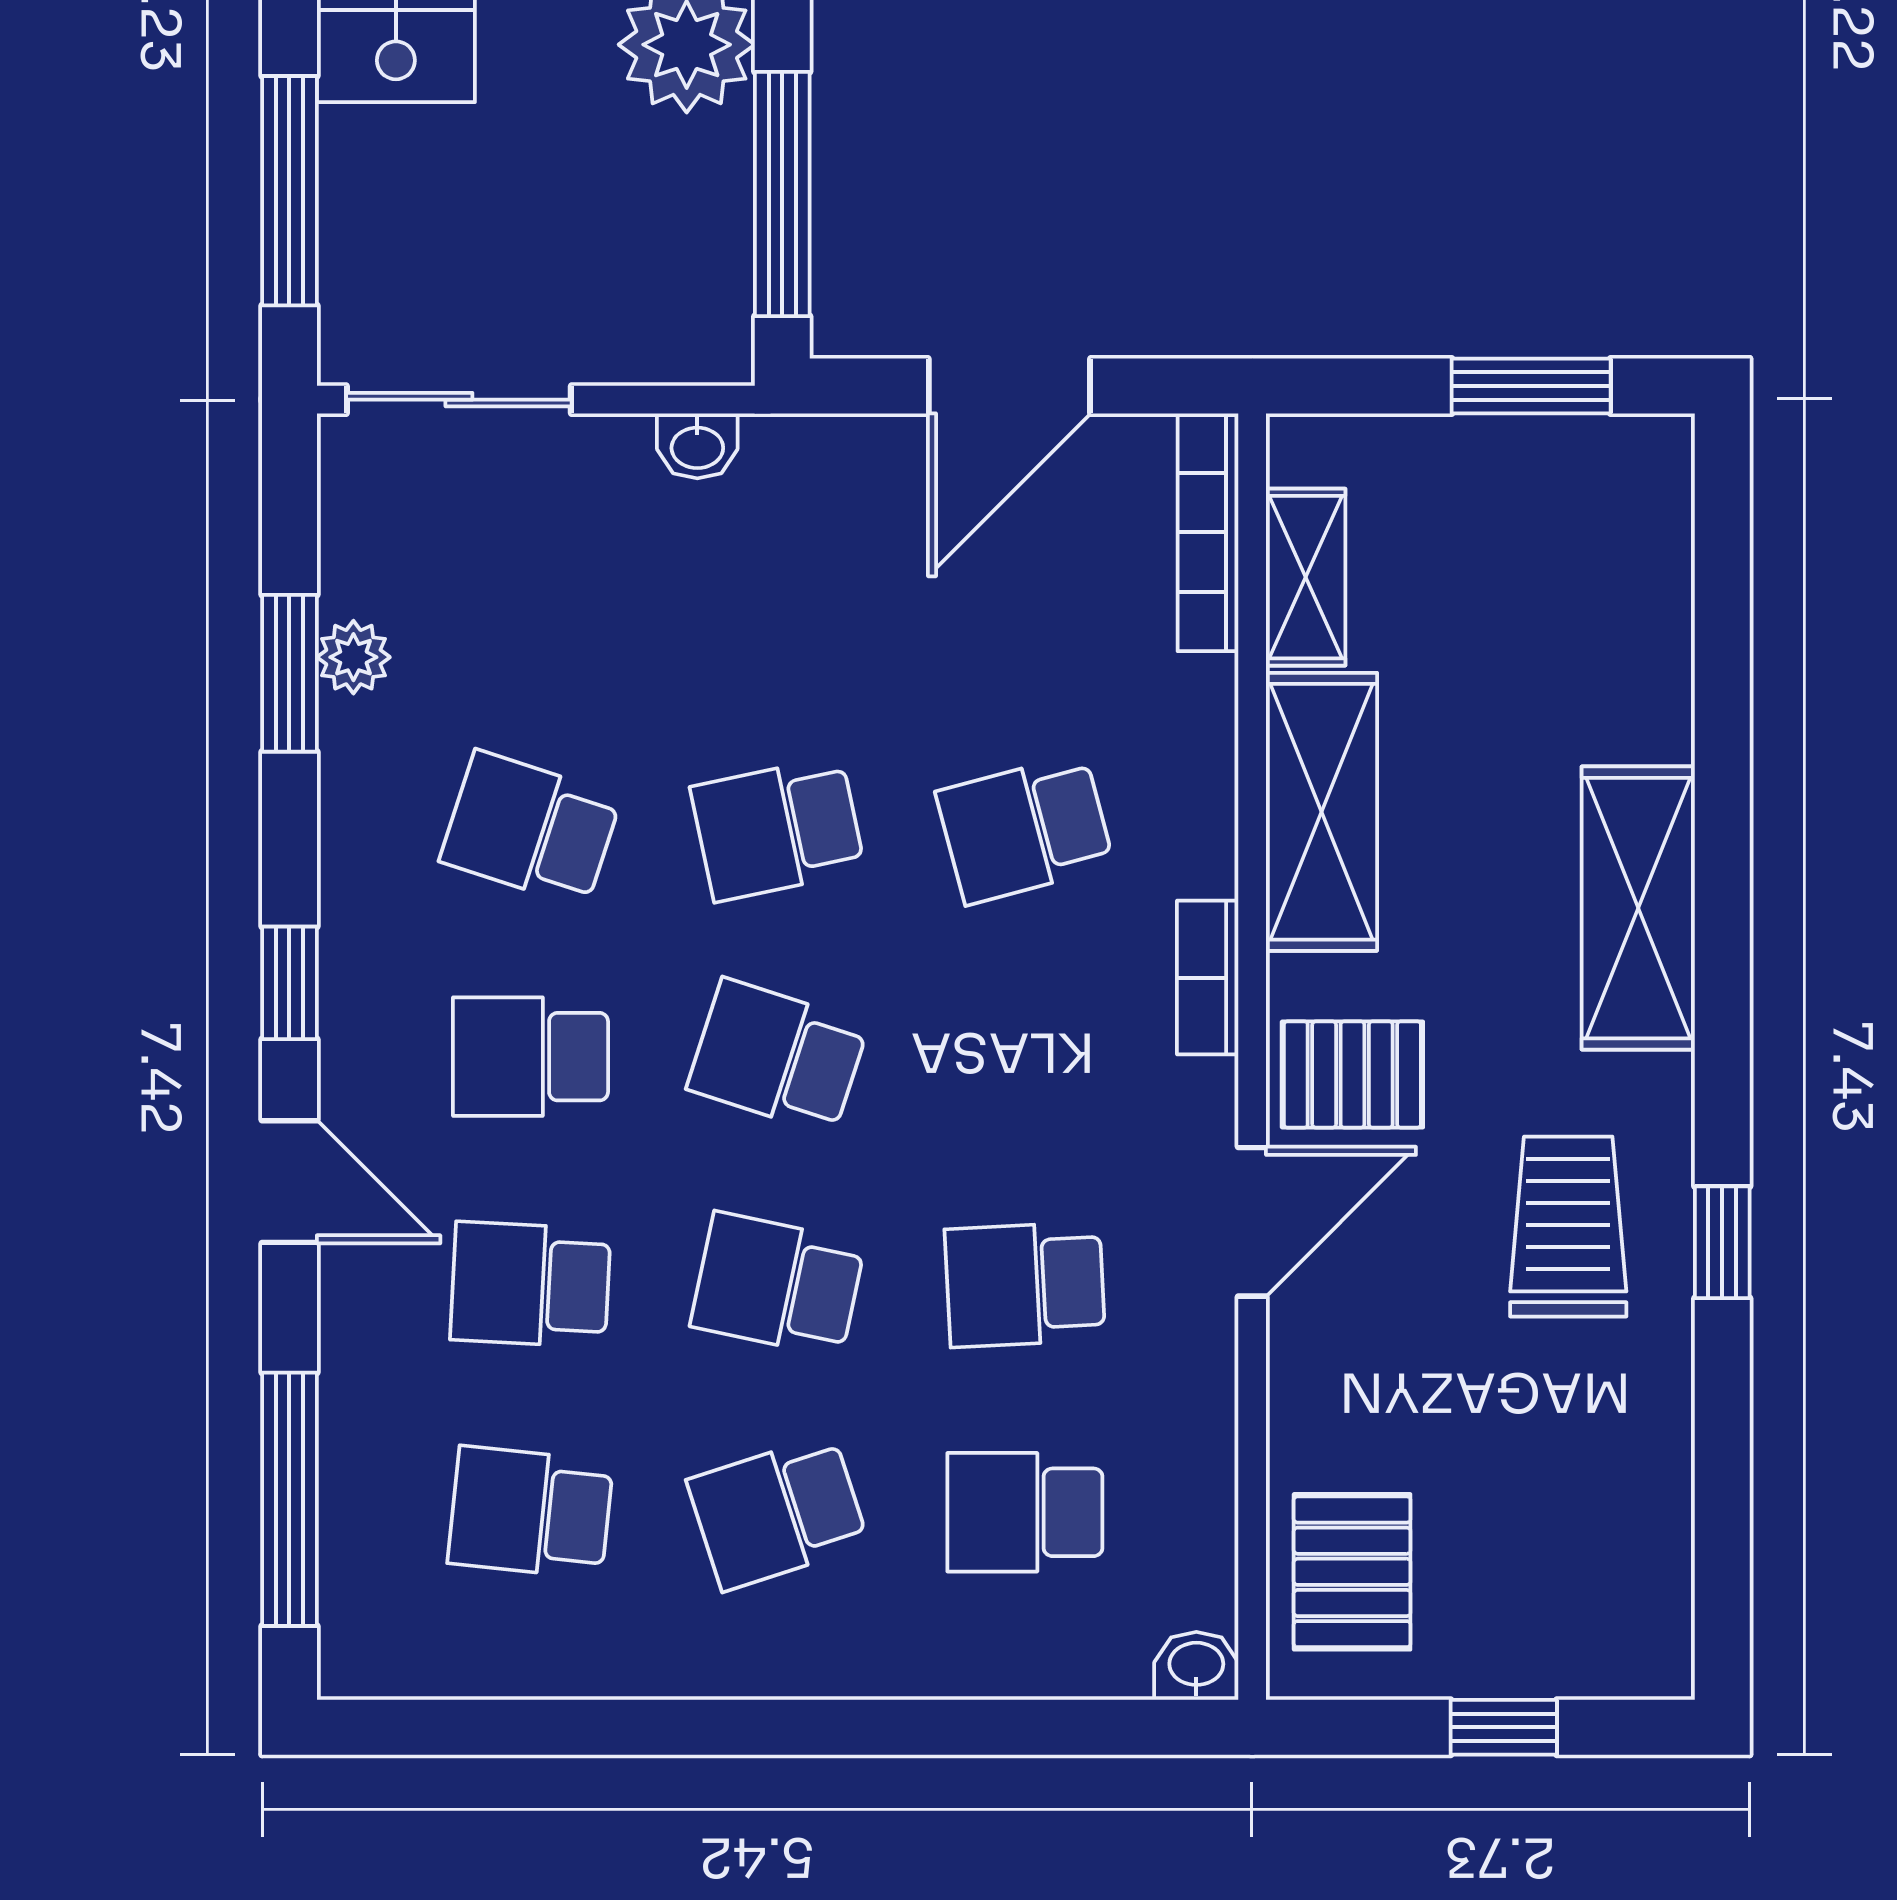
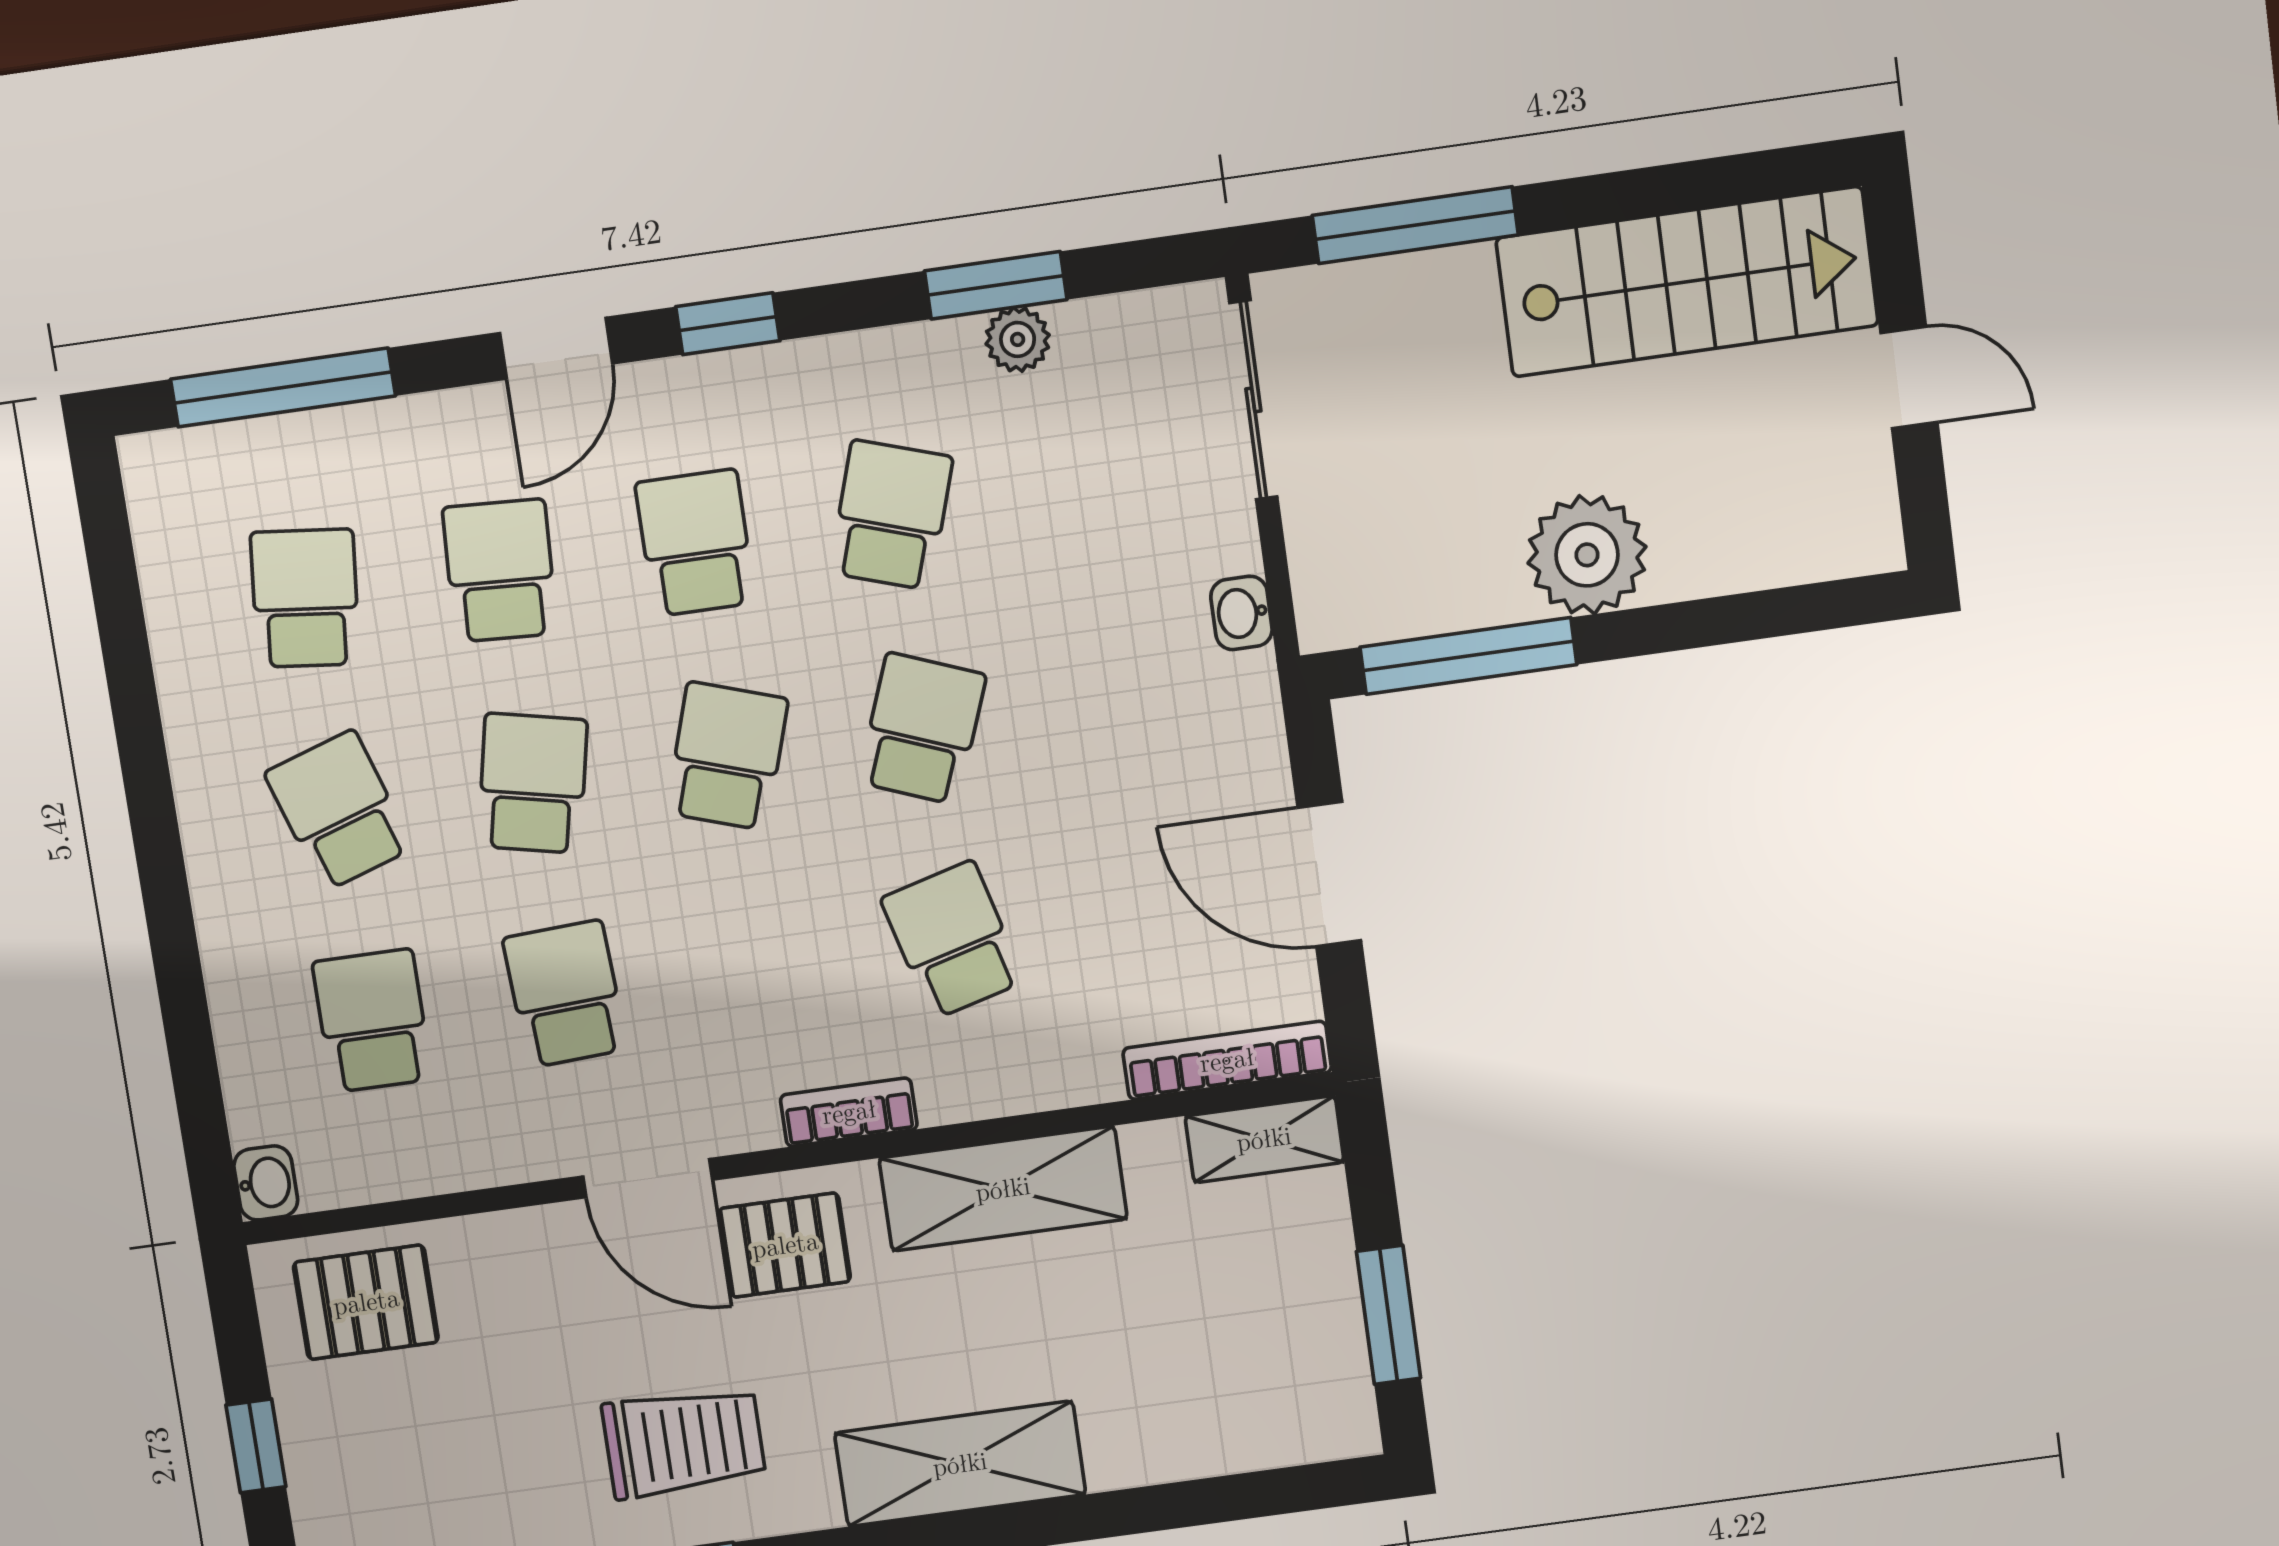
shelving: (1306, 577) -> (1264, 1139), moved
school desk: (778, 829) -> (922, 729), turned 33
pallet: (1352, 1075) -> (785, 1245), turned 90

